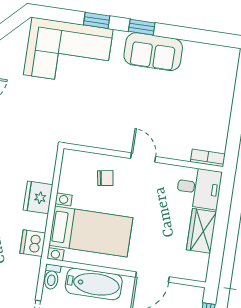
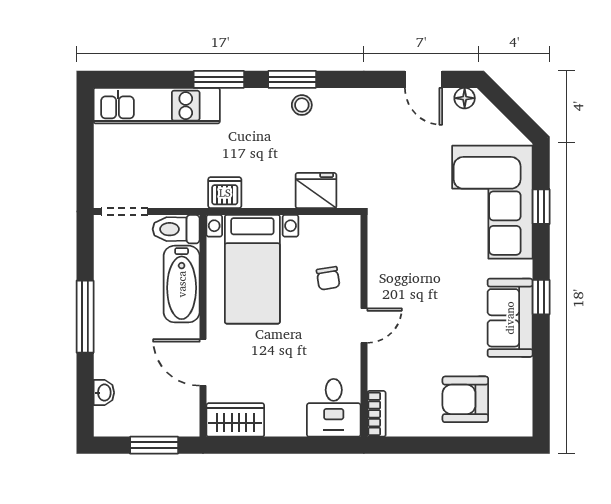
window: (97, 20) -> (541, 207), moved
armchair: (207, 93) -> (465, 399), added
fridge: (38, 197) -> (316, 190), moved
wardrobe: (201, 231) -> (235, 420), moved
toilet: (52, 277) -> (176, 229), width x1.37, depth x1.39

